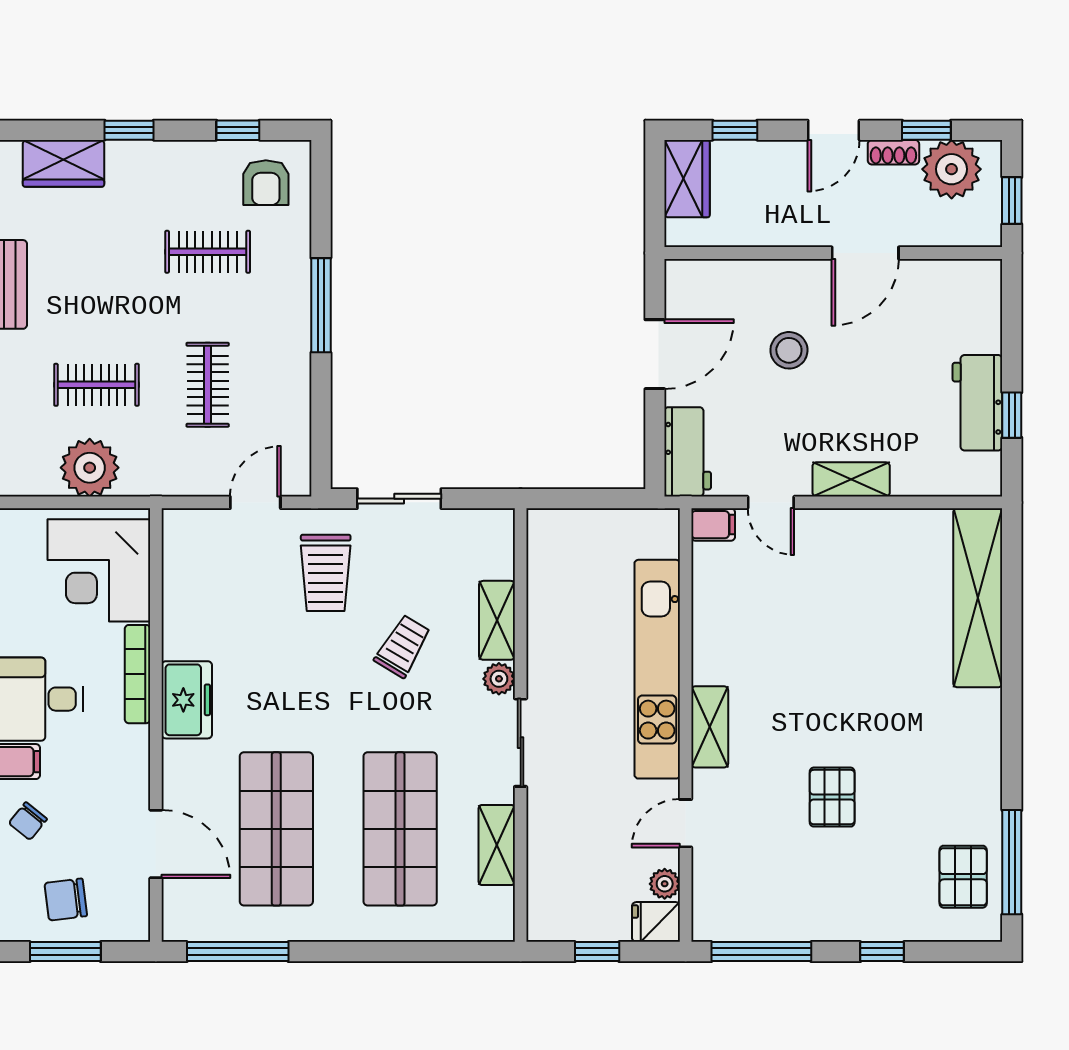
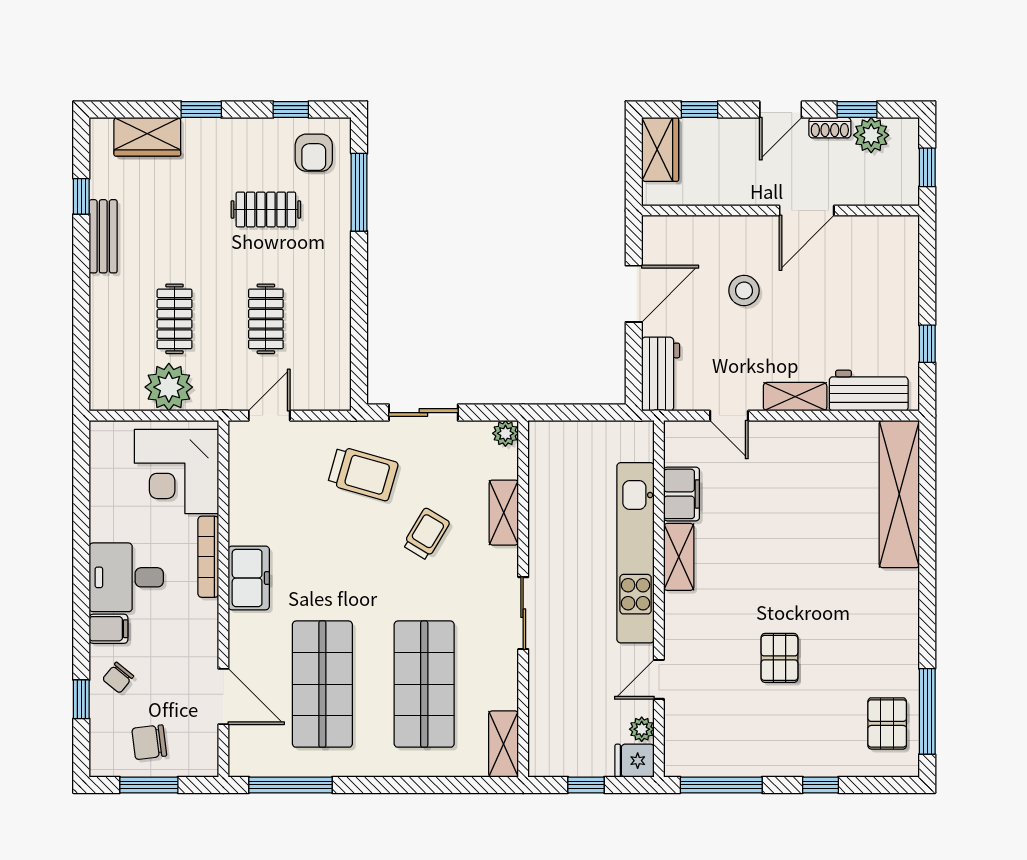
plant: (952, 169) -> (871, 135), width x0.73, depth x0.73
window: (321, 305) -> (359, 192), moved
clothes rail: (97, 385) -> (175, 319), turned 90
workbench: (977, 403) -> (869, 391), moved, turned 90
door: (255, 502) -> (269, 416), moved
filing cabinet: (713, 525) -> (682, 494), moved, width x2.00
trolley: (326, 573) -> (363, 473), turned -74
plant: (499, 679) -> (505, 433), moved
shelving: (710, 727) -> (679, 557), moved
shelving: (497, 845) -> (504, 744), moved

